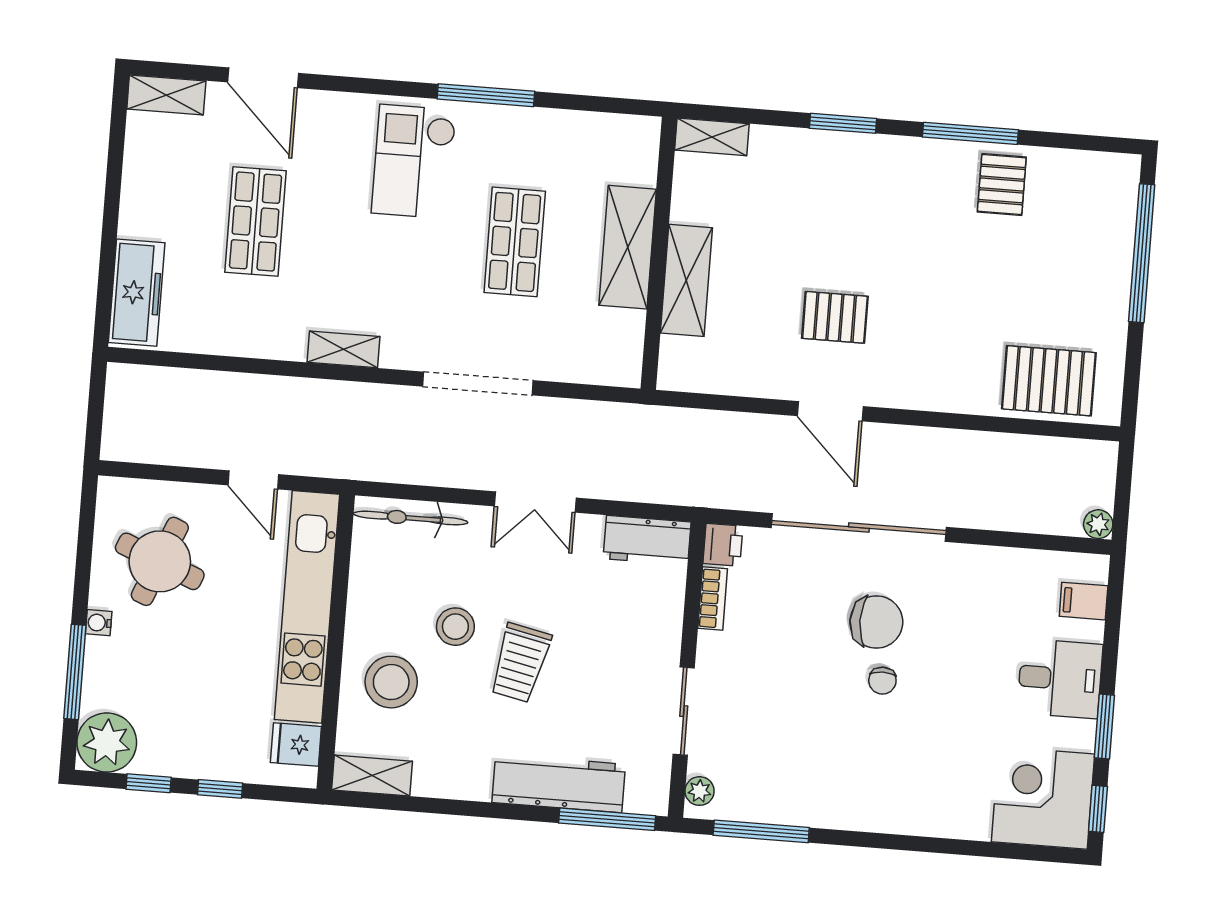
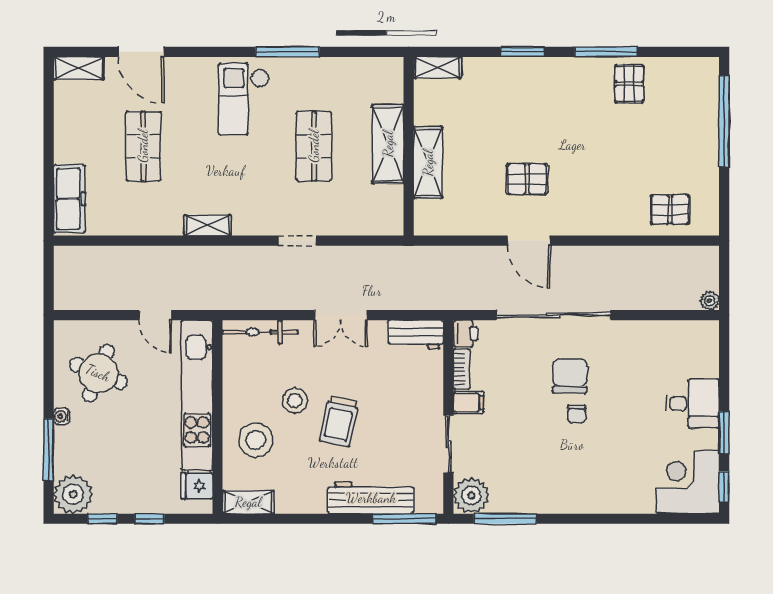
pallet: (1049, 381) -> (670, 209), width x0.67, depth x0.71
doorway: (478, 383) -> (297, 241), width x0.53
filing cabinet: (1084, 601) -> (468, 403), moved, turned 180
chair: (876, 622) -> (570, 376), turned -90
plant: (700, 791) -> (471, 496), width x1.87, depth x1.87

